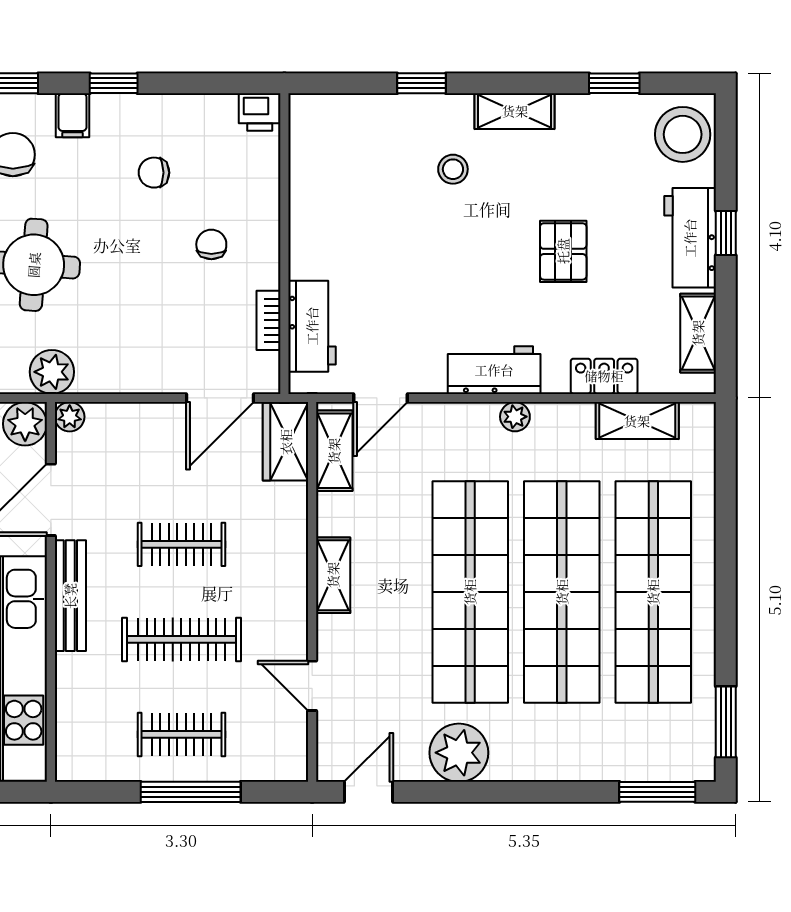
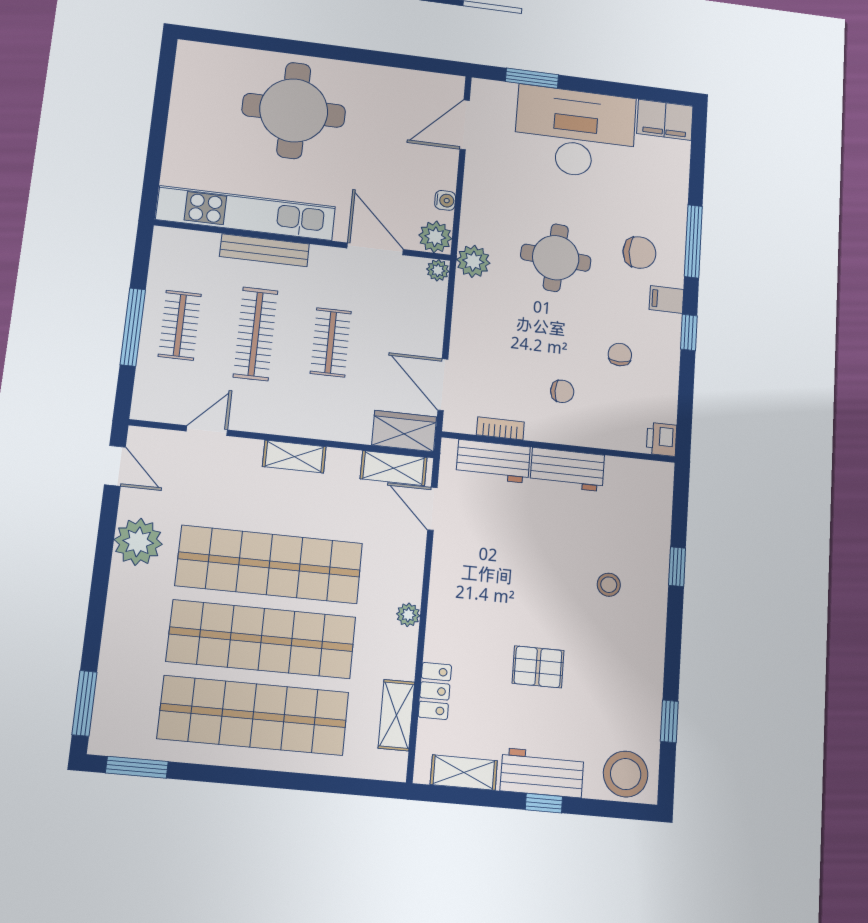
shelving: (515, 111) -> (652, 638), removed
workbench: (494, 370) -> (567, 470), moved, turned 90
bench: (70, 596) -> (264, 250), moved

